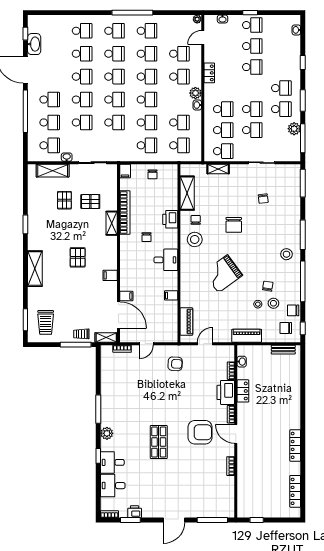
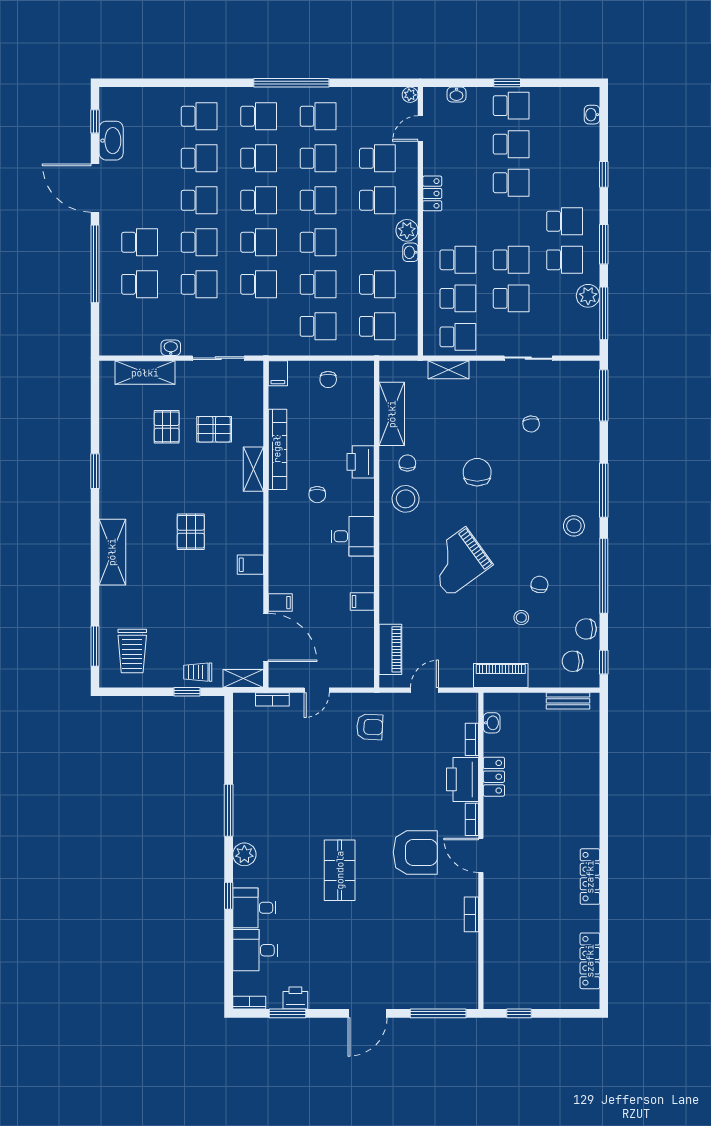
school desk: (50, 145) -> (140, 326), removed
chair: (234, 225) -> (477, 472), turned 180
stool: (273, 303) -> (550, 616), removed
window: (76, 345) -> (187, 692), width x0.46

